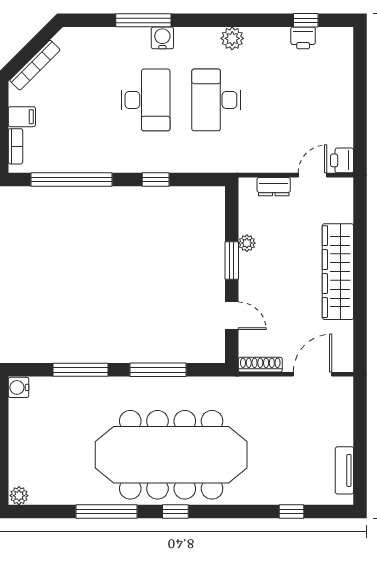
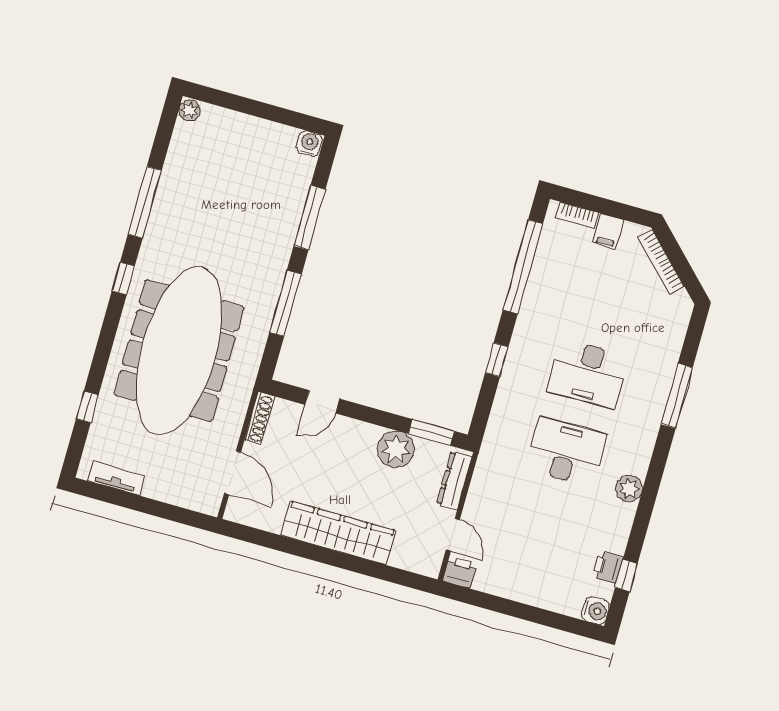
water cooler: (162, 38) -> (595, 611), moved
dresser: (274, 187) -> (454, 480), width x1.44
plant: (247, 243) -> (396, 449), width x1.88, depth x1.88
window: (232, 261) -> (431, 432), moved
meeting table: (171, 455) -> (179, 351), moved

